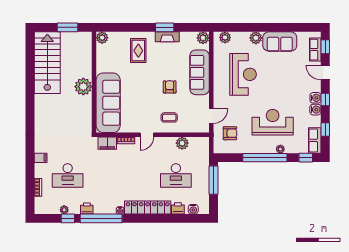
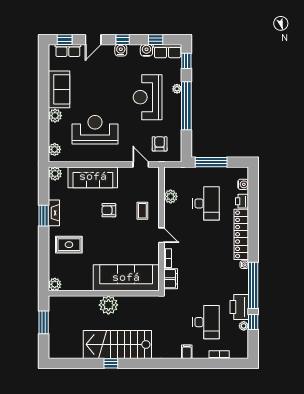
stairs: (47, 63) -> (117, 344), moved
window: (30, 89) -> (111, 363), added
water cooler: (315, 110) -> (146, 50), moved
printer: (87, 208) -> (239, 307), width x1.87, depth x1.48

